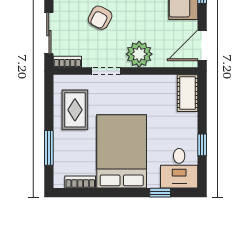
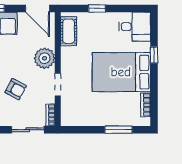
cot: (187, 93) -> (69, 31), moved, turned 90
rug: (75, 110) -> (89, 109), removed
window: (202, 145) -> (97, 8), moved
window: (160, 193) -> (154, 55), moved

